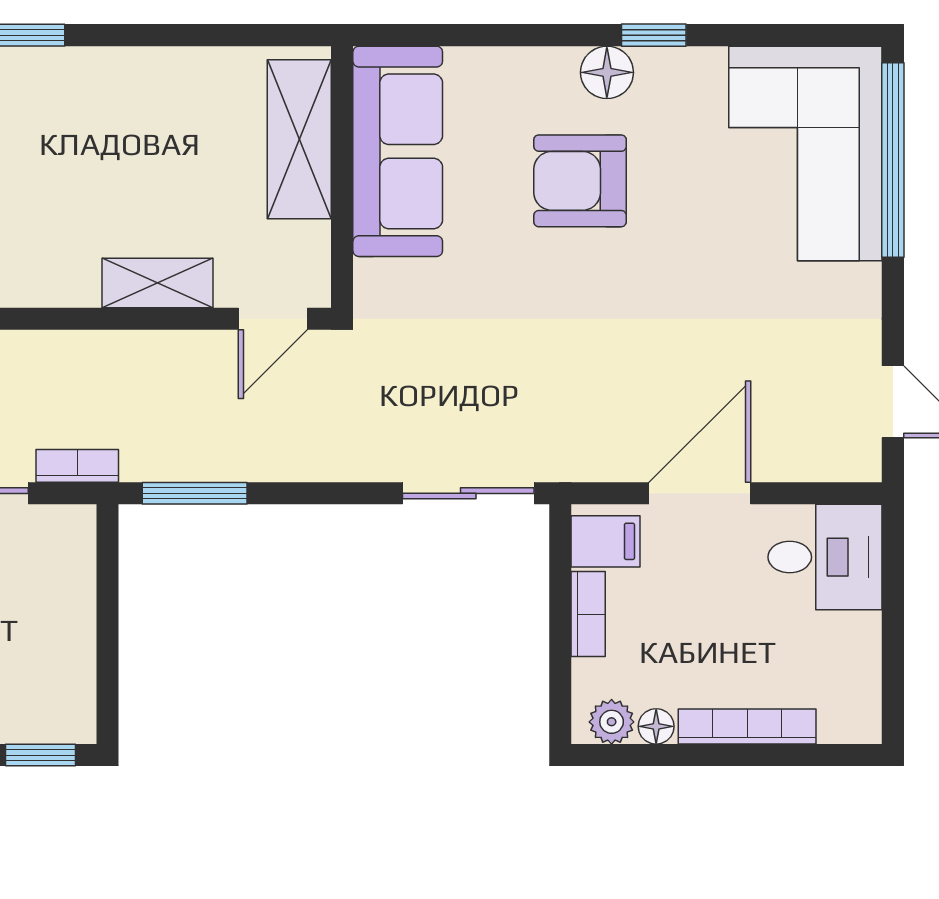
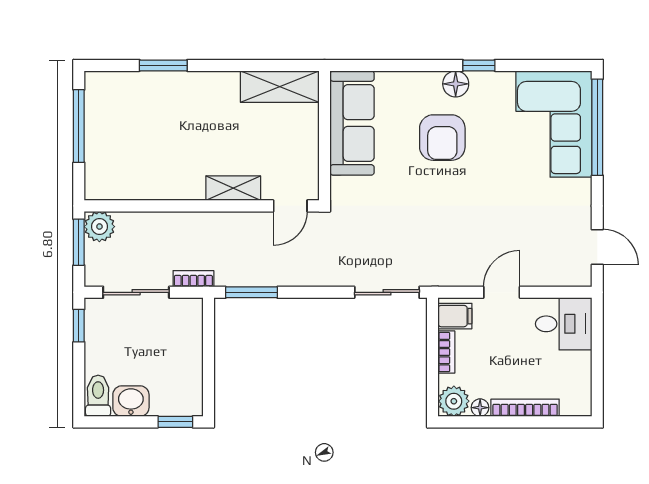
shelving: (299, 139) -> (280, 87), moved, turned 90
armchair: (580, 181) -> (442, 138), turned -90
door: (700, 493) -> (502, 292), width x0.73
plant: (612, 722) -> (454, 401), width x1.38, depth x1.38

